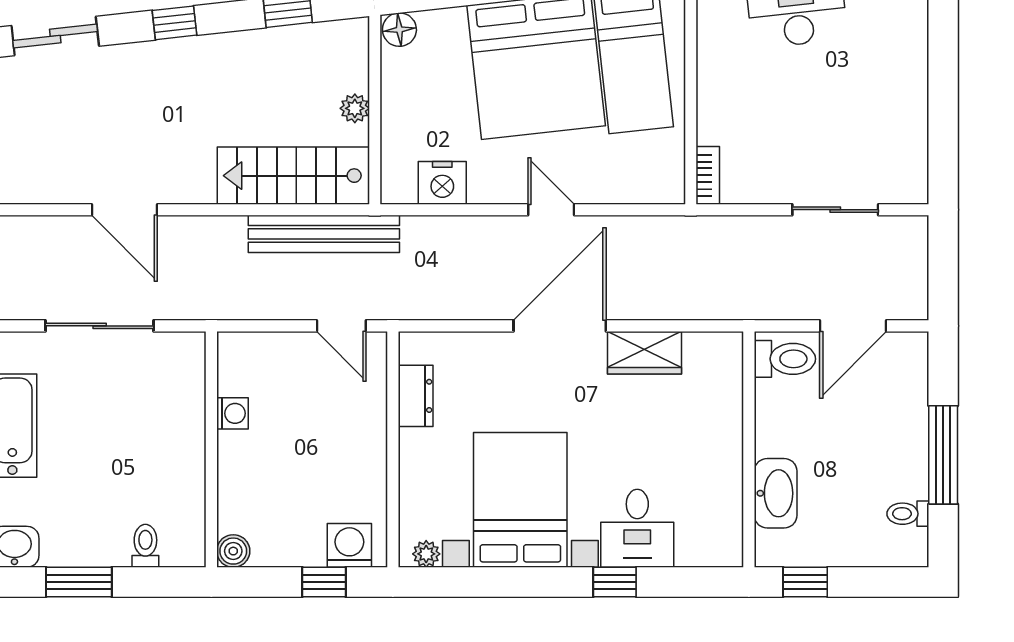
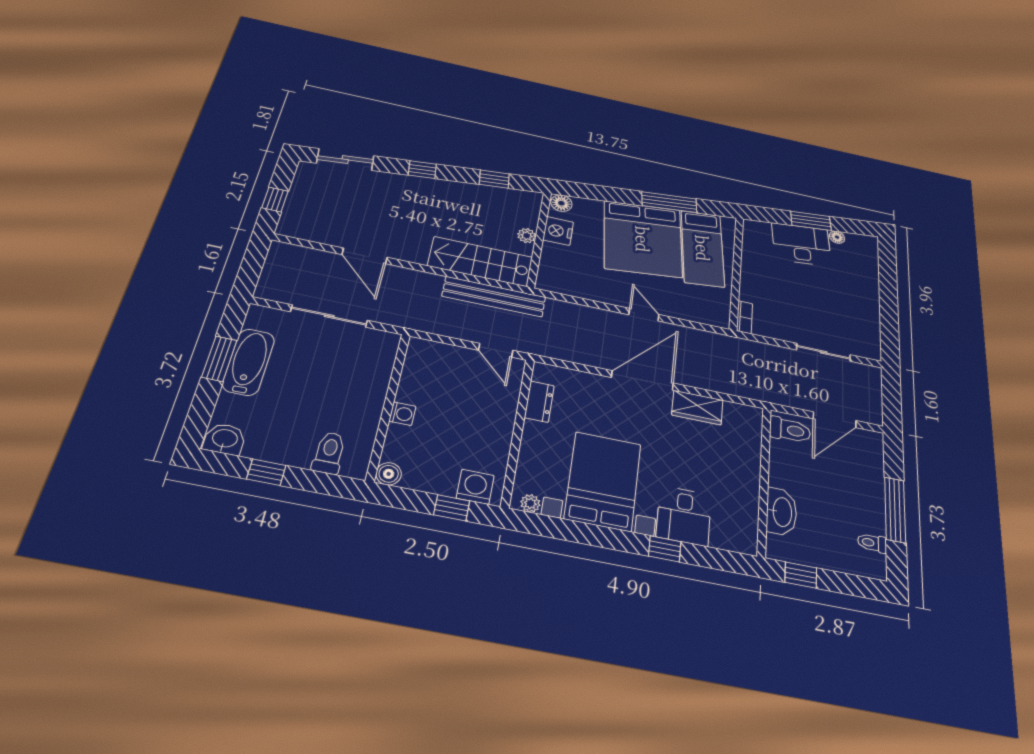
nightstand: (442, 183) -> (558, 231), moved, turned 90
washing machine: (233, 413) -> (402, 414), moved
toilet: (145, 546) -> (329, 453), width x1.37, depth x1.39
window: (79, 582) -> (266, 472), width x0.67

